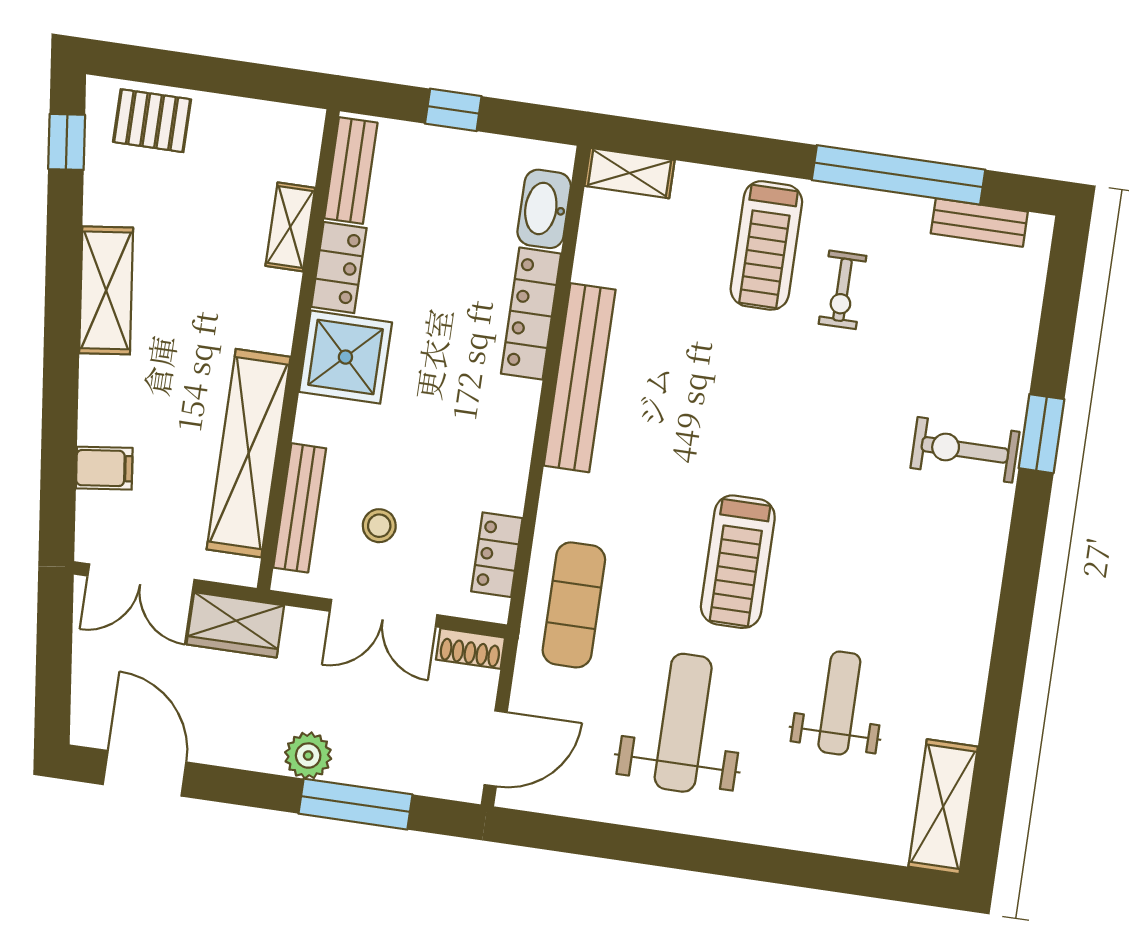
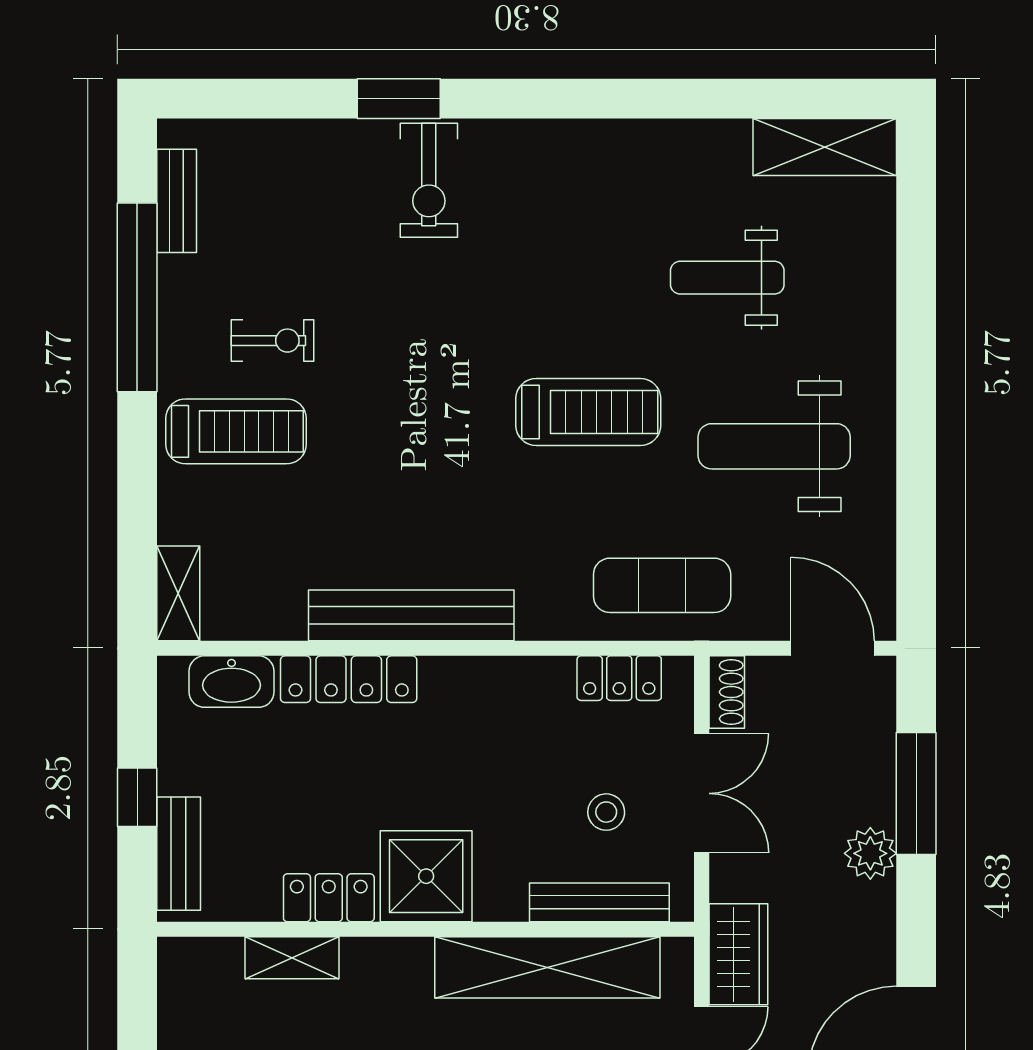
bench: (351, 170) -> (179, 854), moved, turned 90

